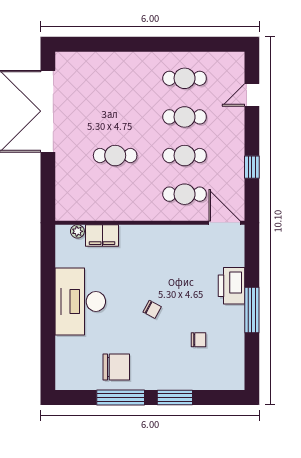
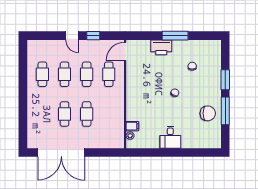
door: (252, 95) -> (72, 36), moved
cafe table: (115, 117) -> (65, 114), added
filing cabinet: (102, 235) -> (132, 126), width x0.50
desk: (80, 301) -> (170, 137), width x0.53, depth x0.77
chair: (116, 367) -> (208, 113), turned 90

